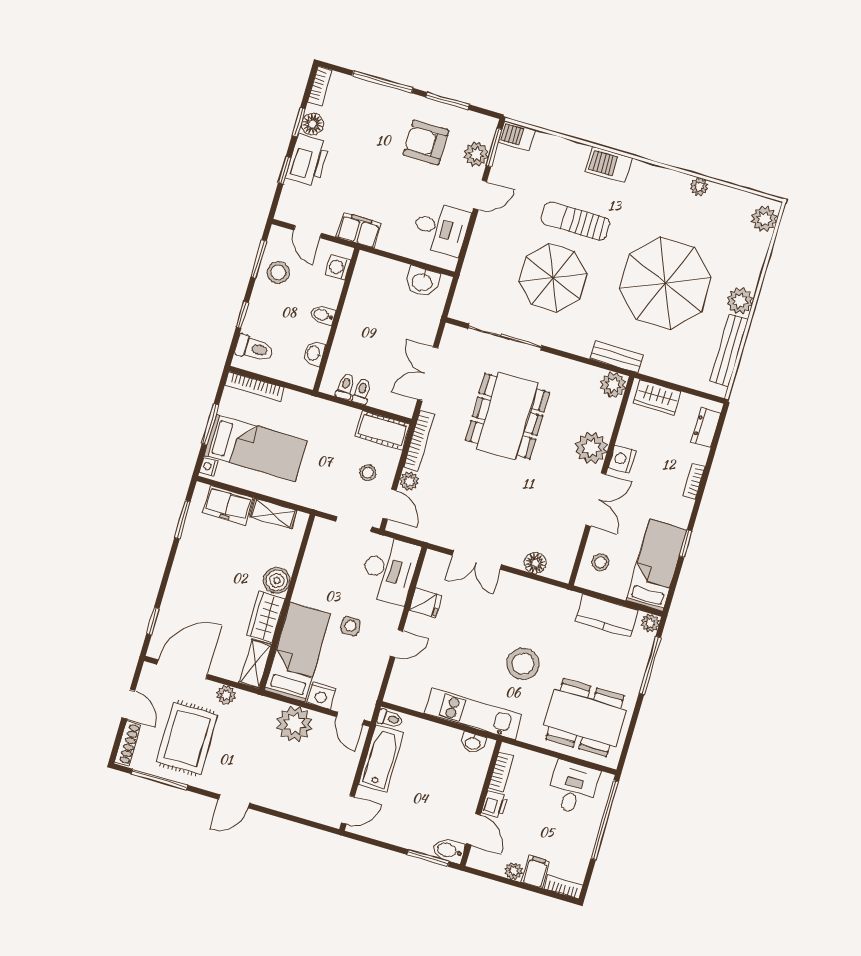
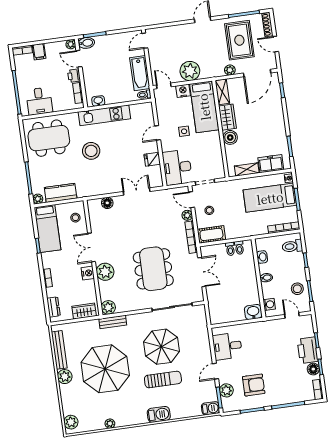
filing cabinet: (359, 230) -> (267, 327), removed
washbasin: (422, 282) -> (253, 312), moved
plant: (514, 871) -> (71, 44), moved

